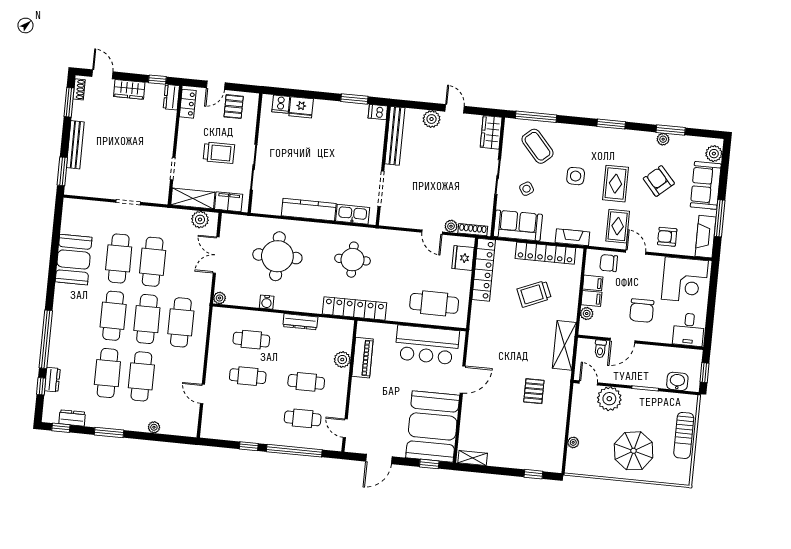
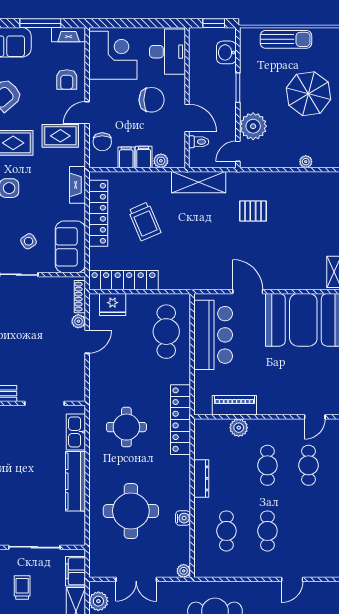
trolley: (219, 153) -> (22, 587), width x0.73, depth x0.72
fireplace: (705, 237) -> (69, 35), width x0.73, depth x0.76
desk: (689, 330) -> (168, 52), width x1.37

